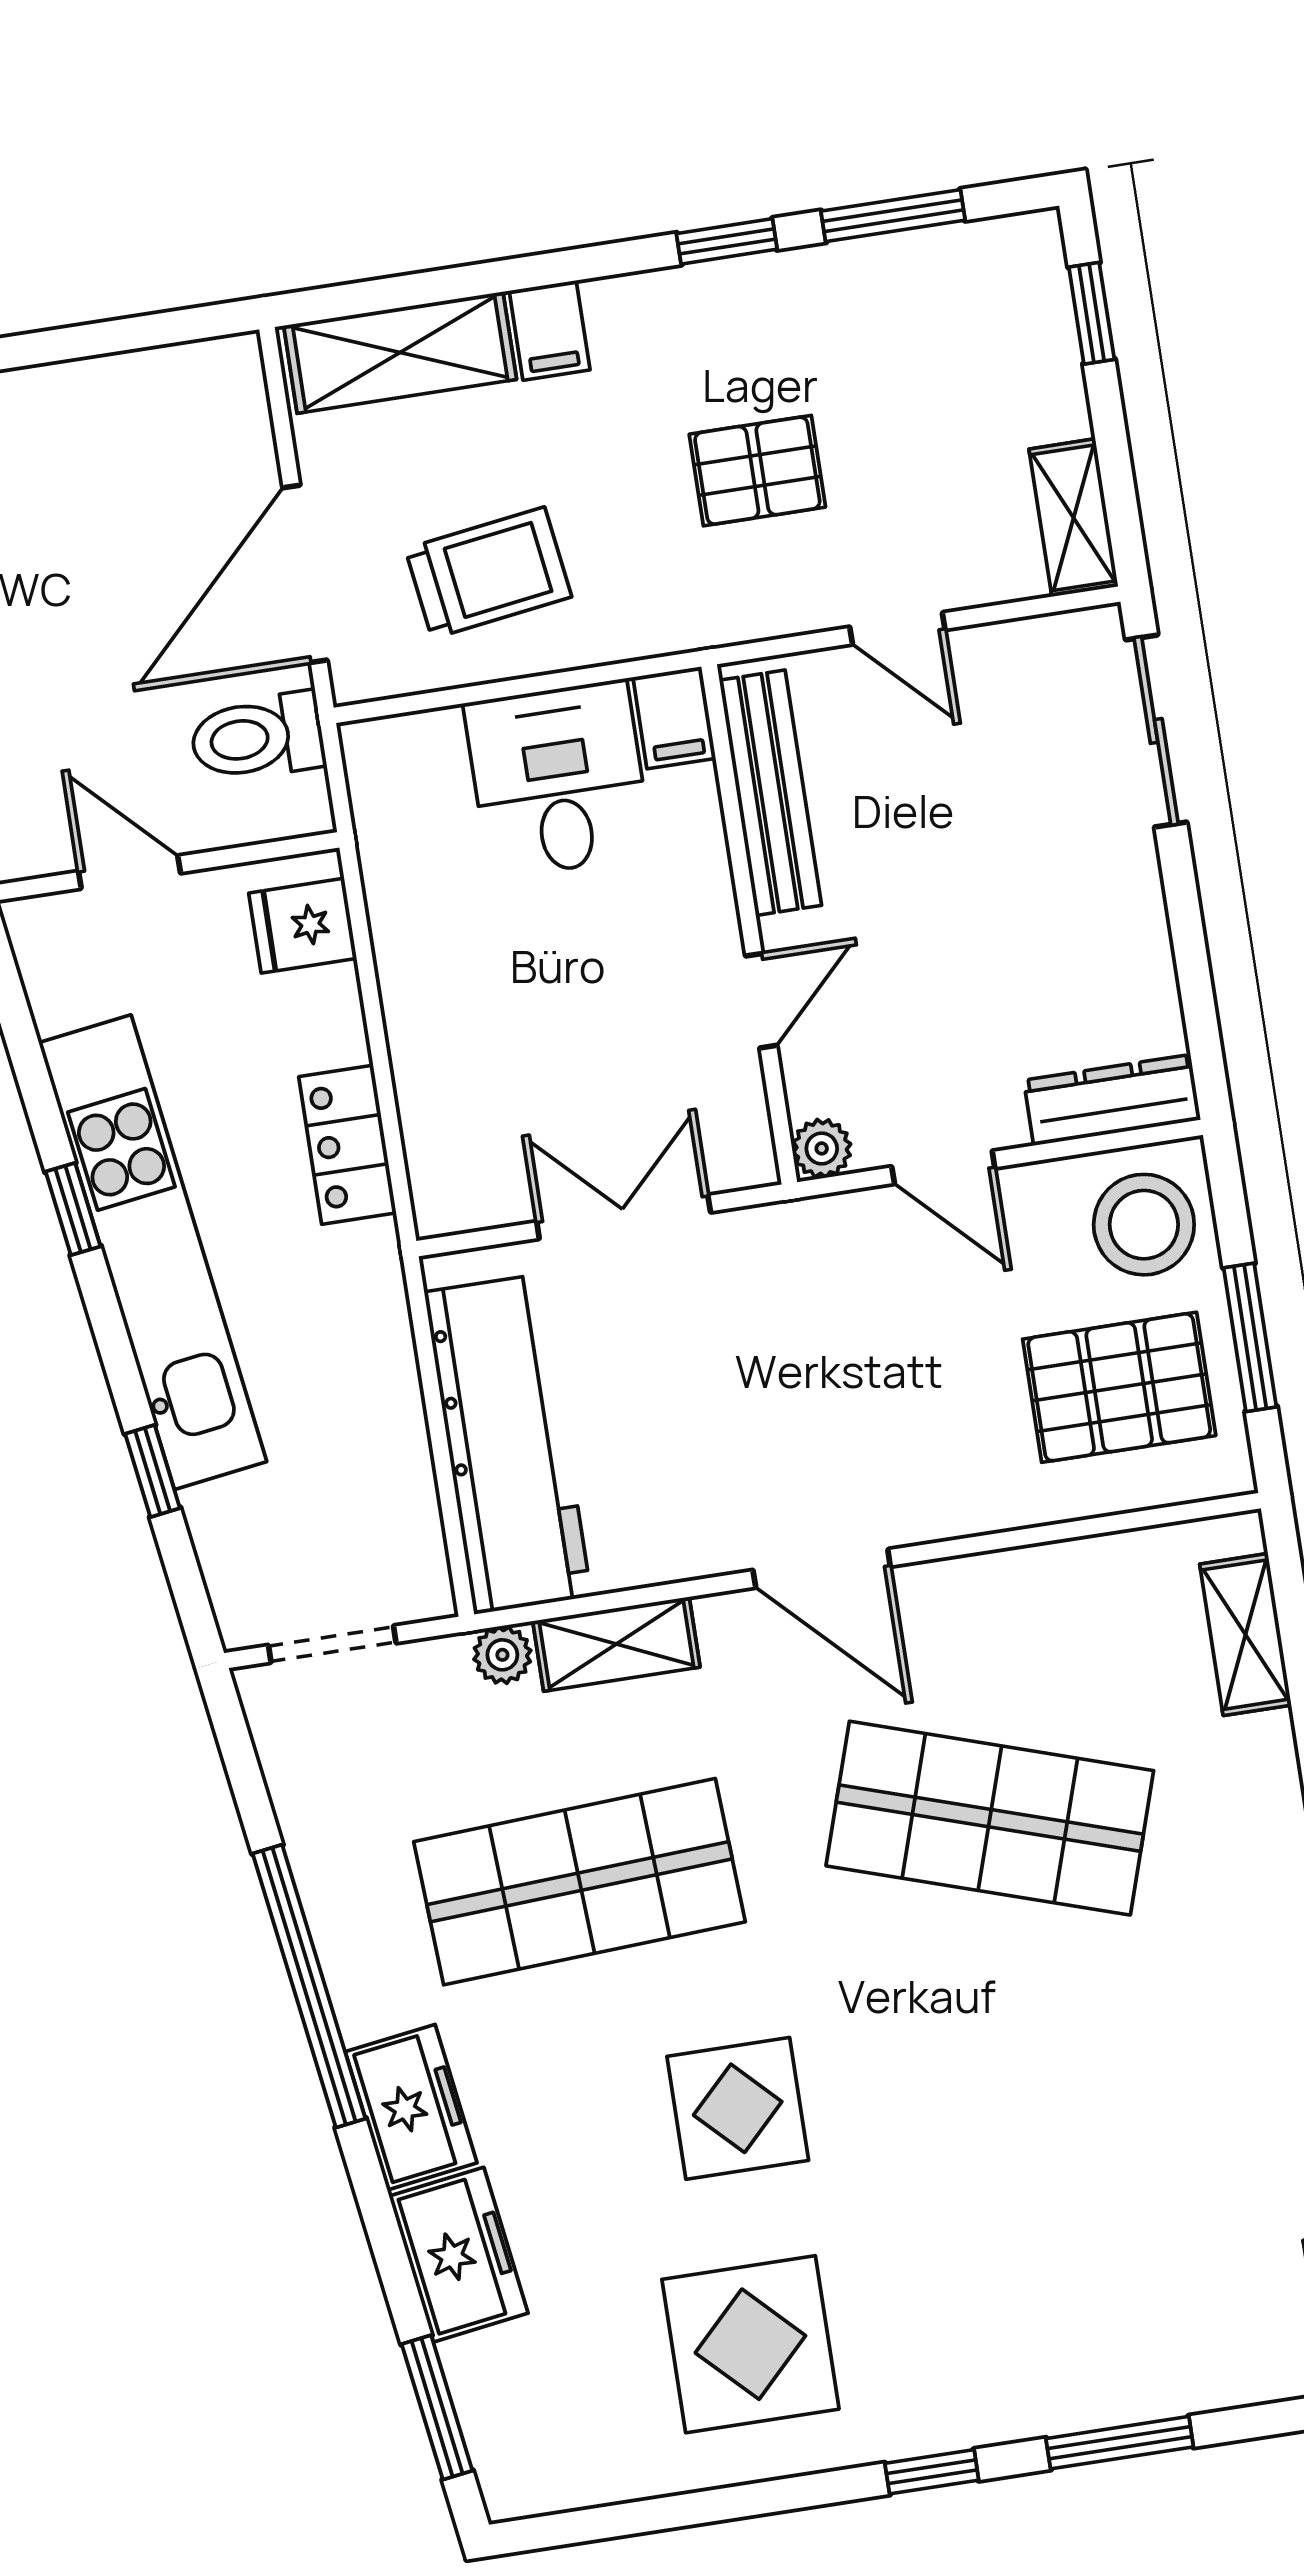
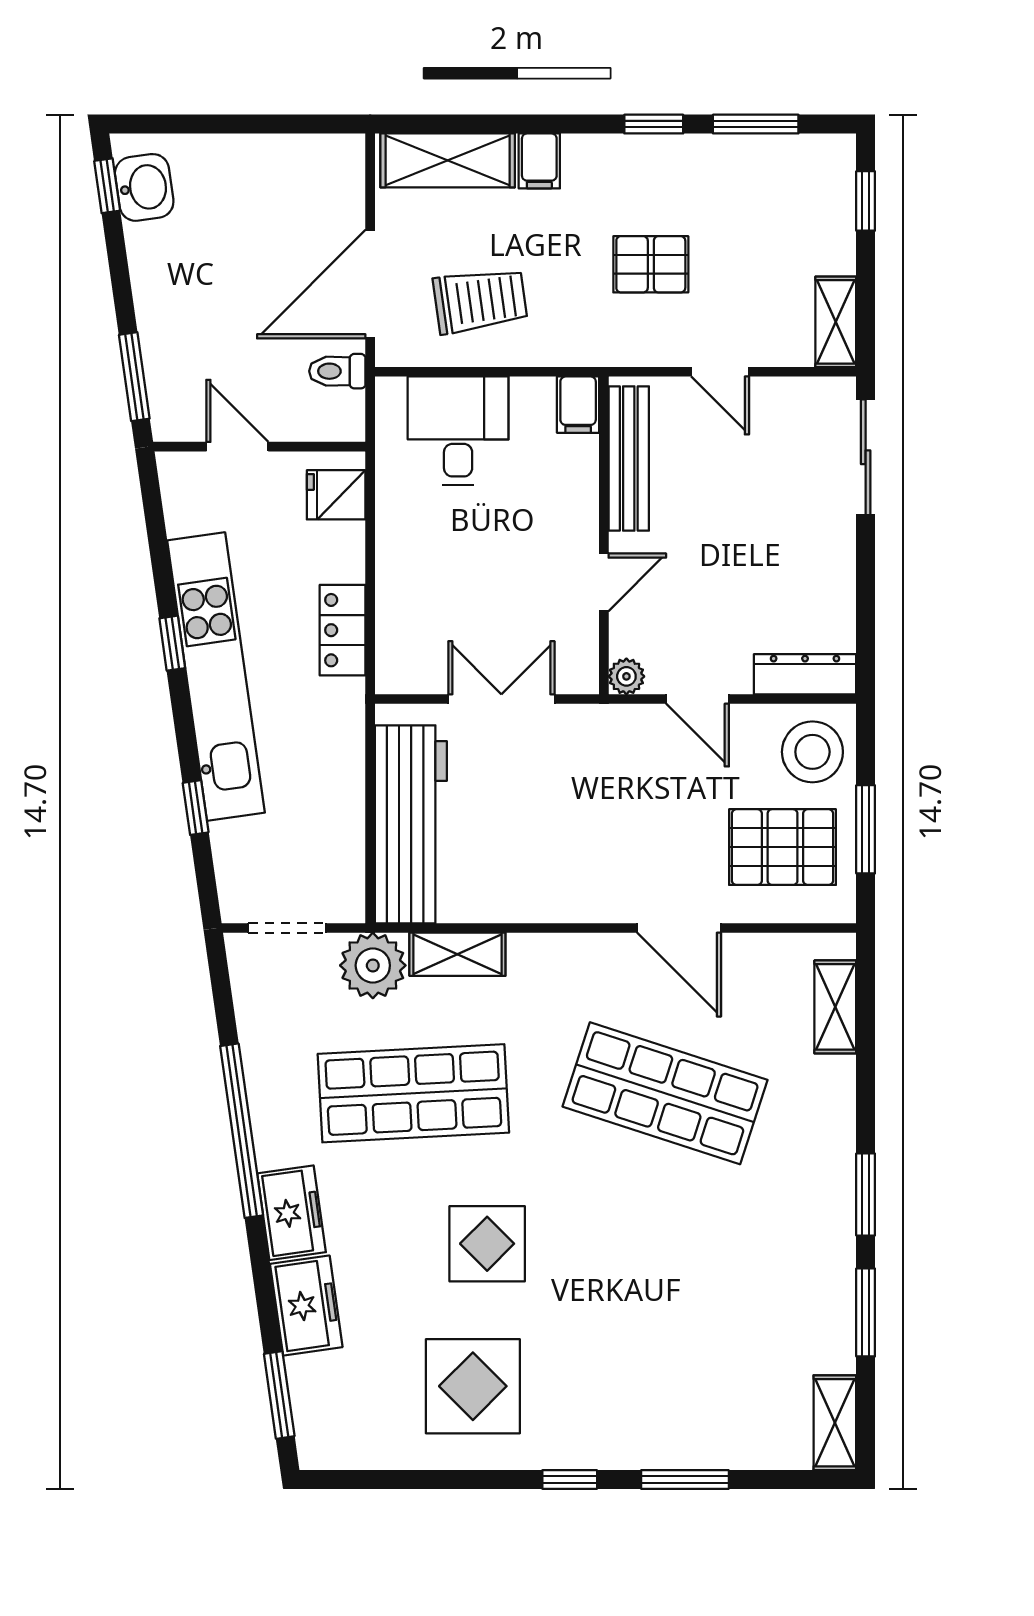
toilet: (257, 737) -> (337, 371), width x0.73, depth x0.72
desk: (558, 779) -> (458, 431), moved
door: (822, 1568) -> (679, 928), moved
plant: (502, 1655) -> (373, 965), width x1.87, depth x1.87

